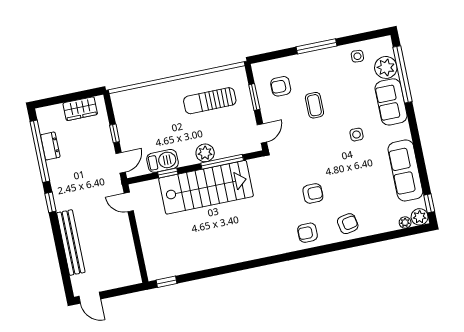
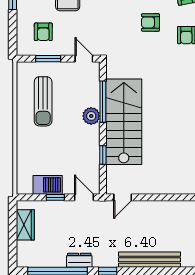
dresser: (50, 146) -> (79, 260), moved
barbecue: (163, 161) -> (48, 185), moved, turned 90
armchair: (313, 193) -> (150, 22), turned -90

